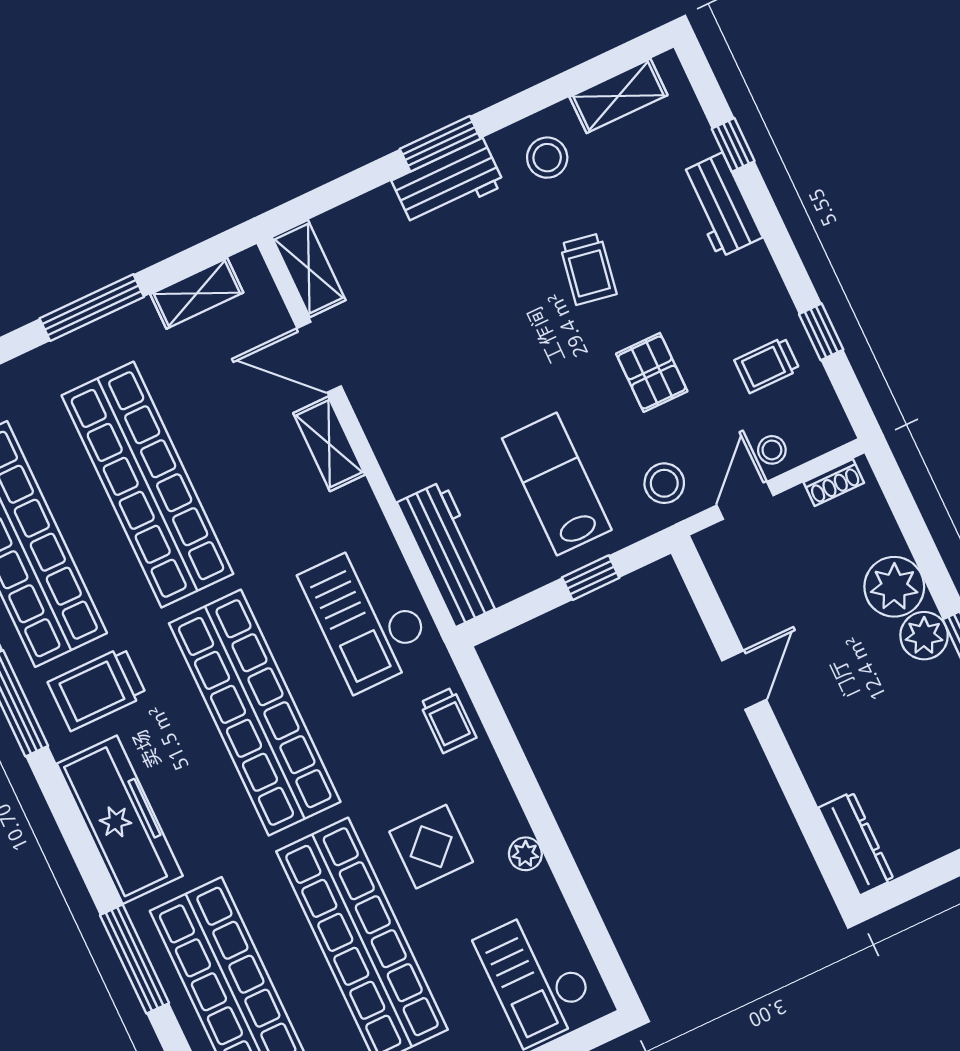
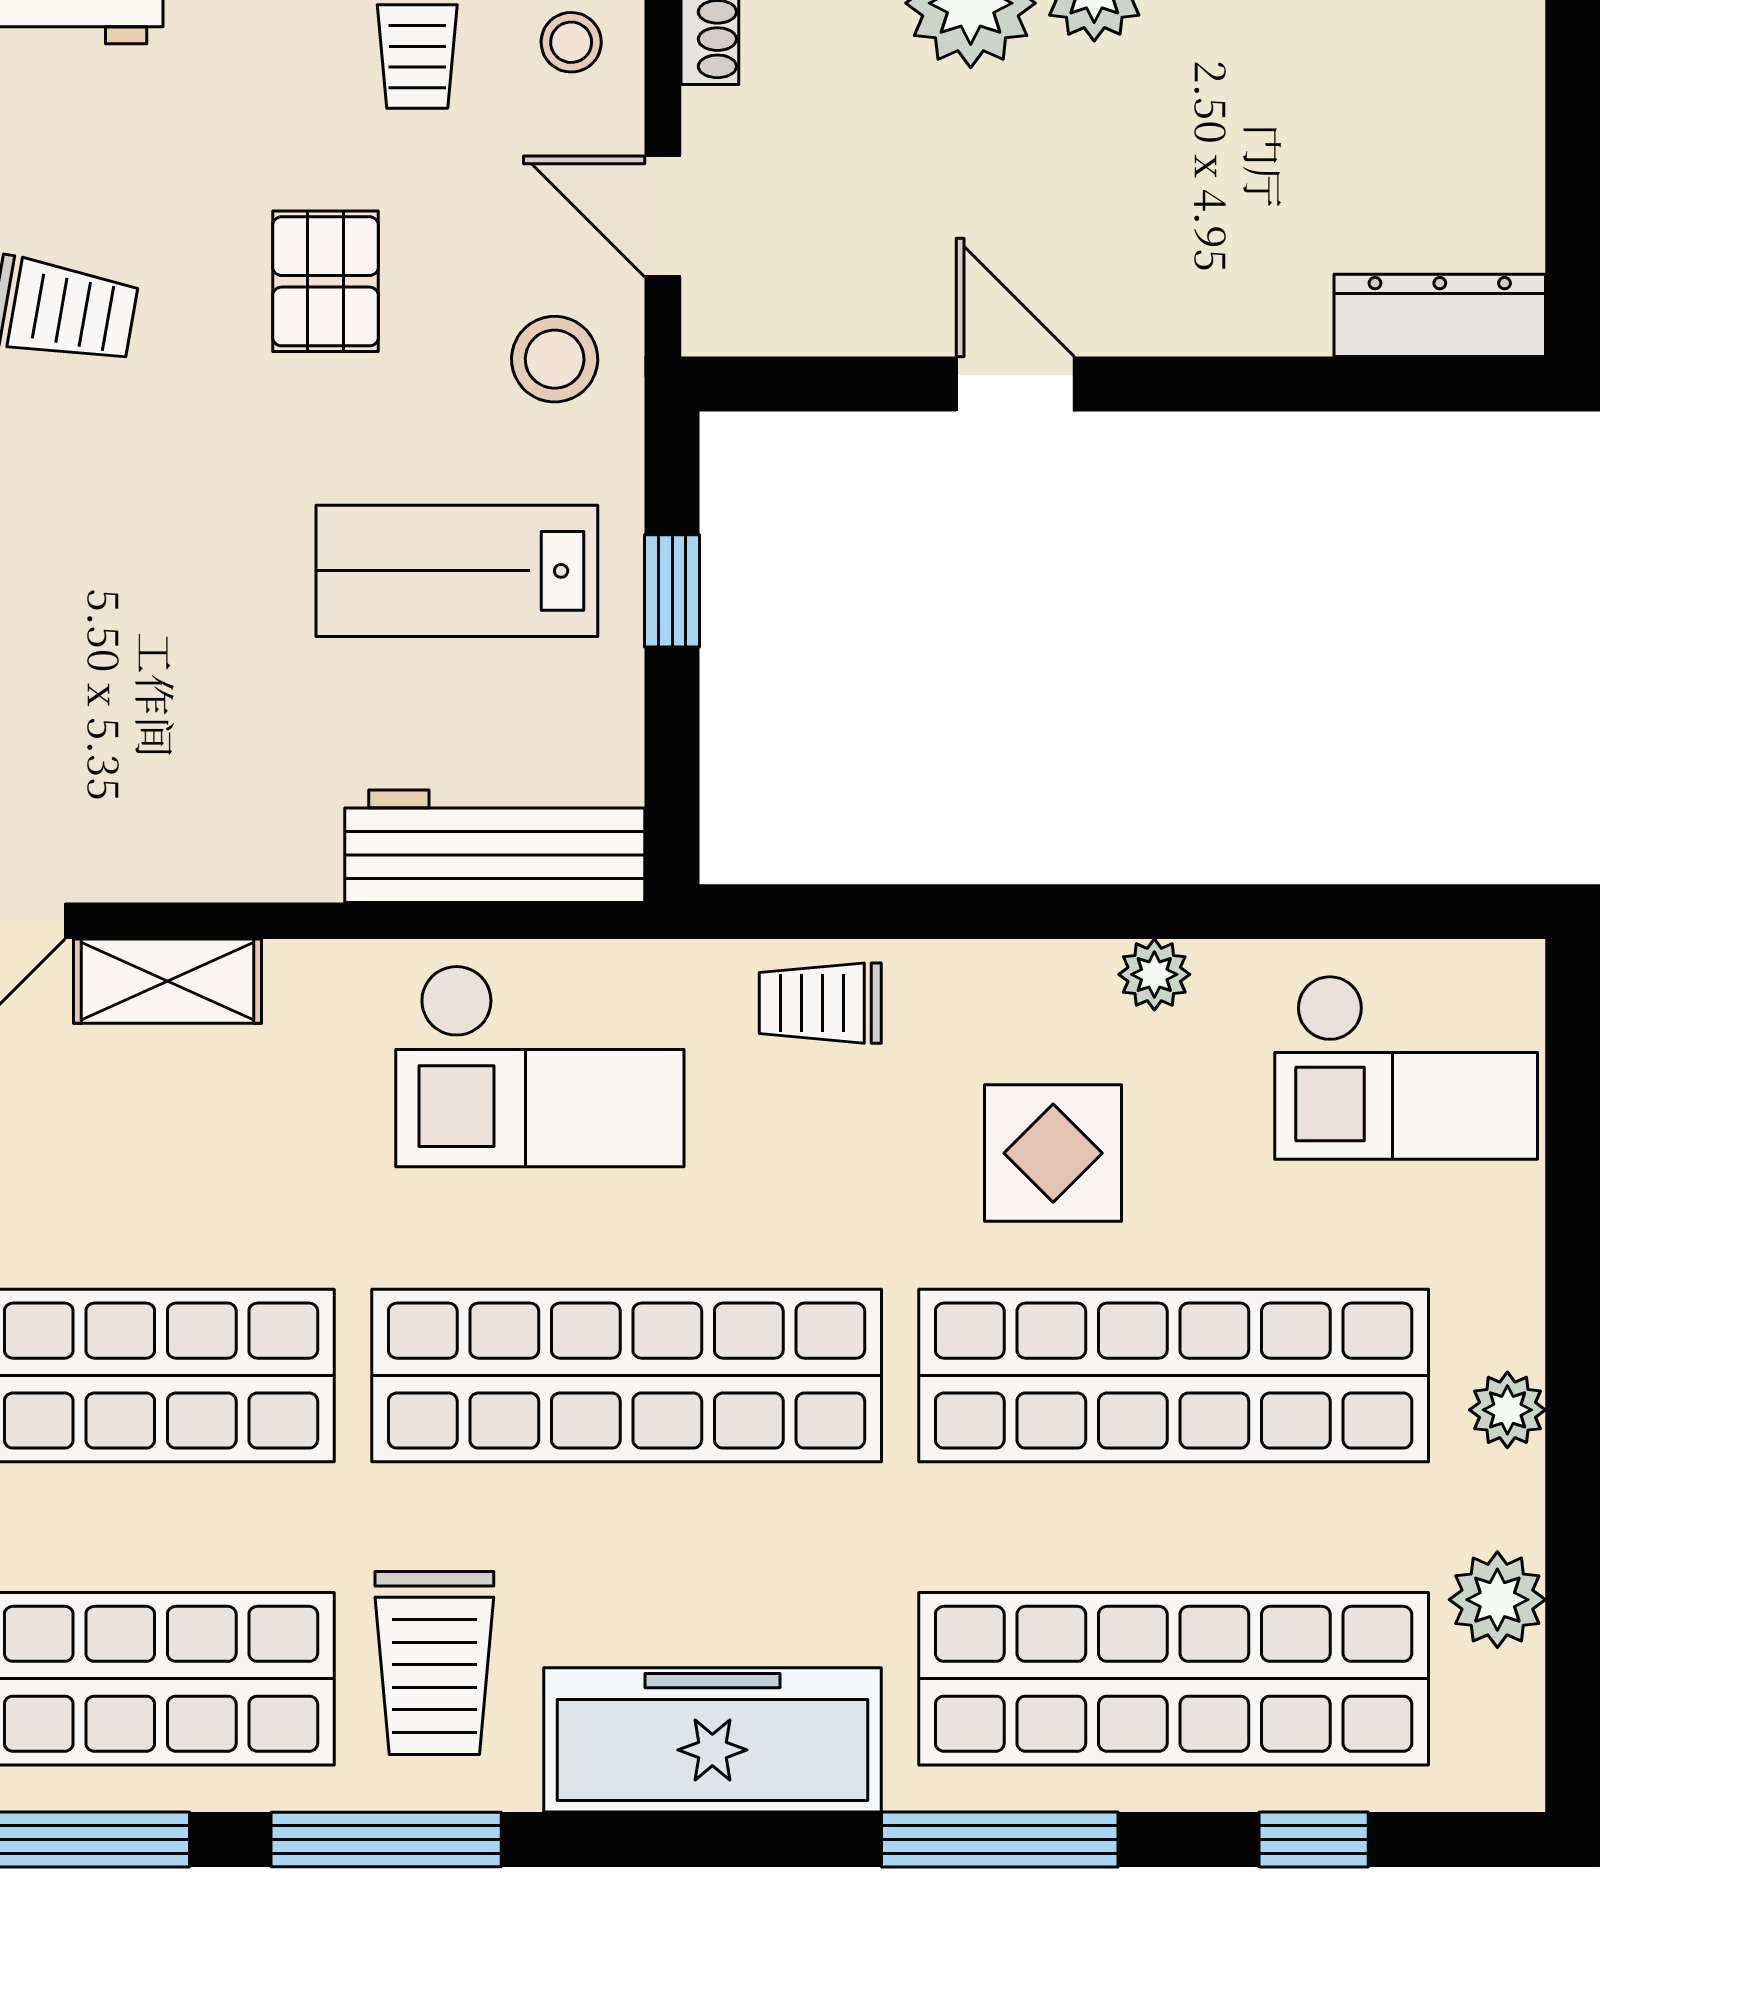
pallet: (652, 372) -> (325, 281), turned 90
stool: (772, 450) -> (571, 42), moved
trolley: (448, 720) -> (820, 1003), turned 180

